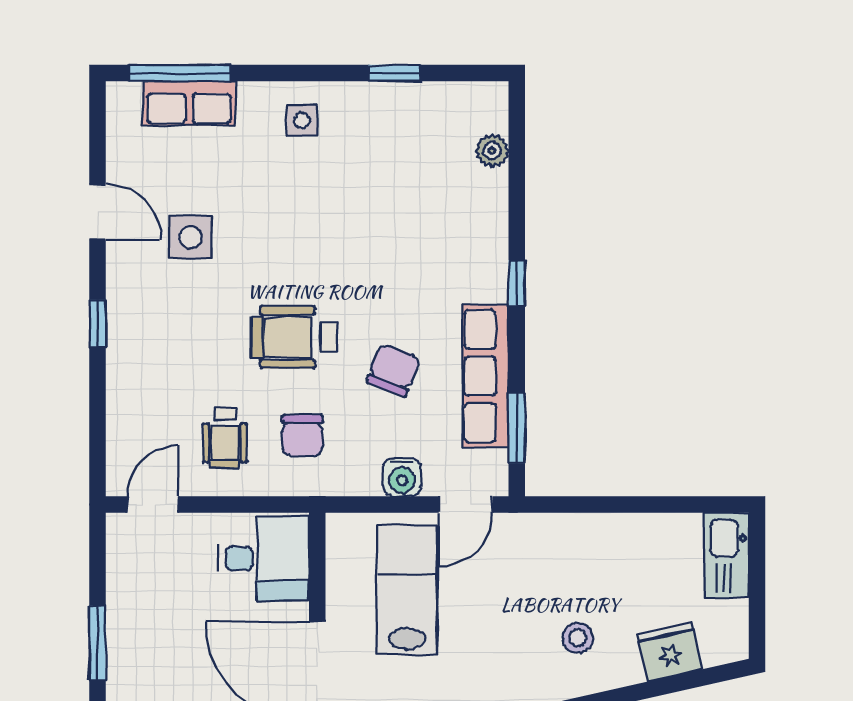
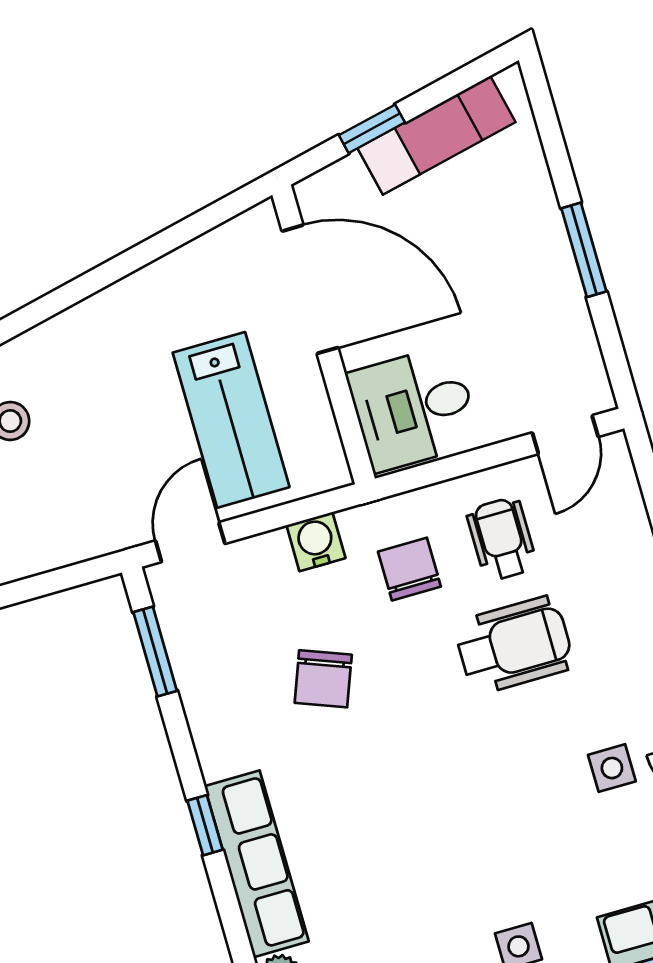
side table: (190, 237) -> (612, 768), width x0.73, depth x0.73
wheelchair: (294, 337) -> (514, 645), moved
row of seats: (486, 376) -> (257, 864), moved
water cooler: (402, 477) -> (316, 542), moved

